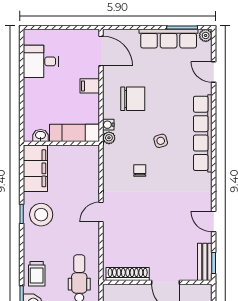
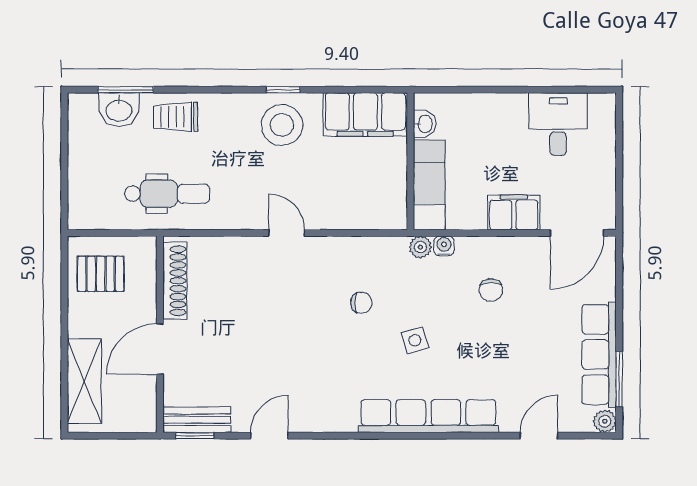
filing cabinet: (90, 86) -> (514, 213), width x2.00
chair: (133, 99) -> (491, 290), width x0.54, depth x0.54

